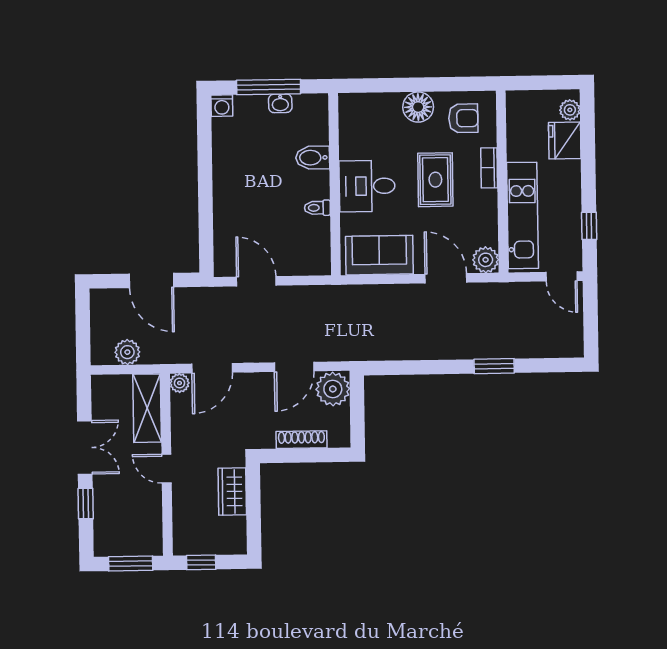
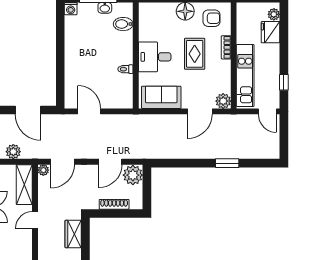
bidet: (313, 158) -> (123, 24), moved
door: (446, 278) -> (200, 111), swing flipped
door: (167, 469) -> (35, 220), hinge flipped

